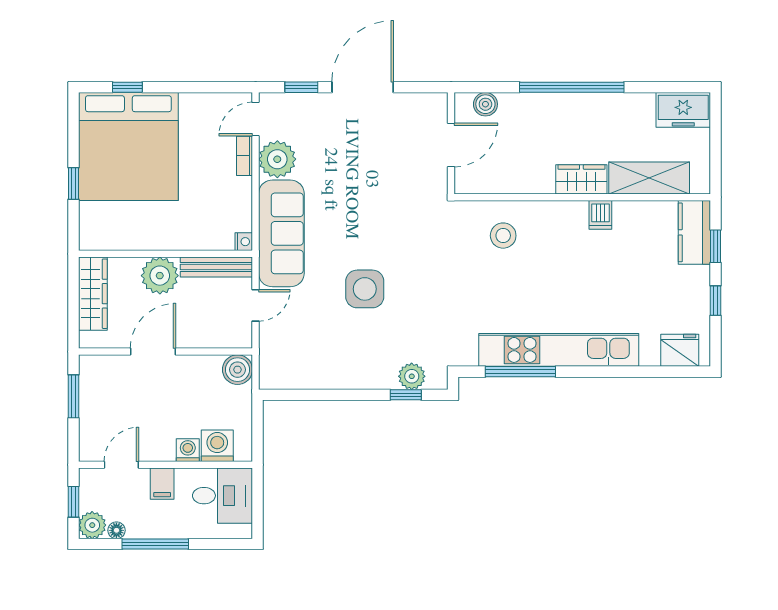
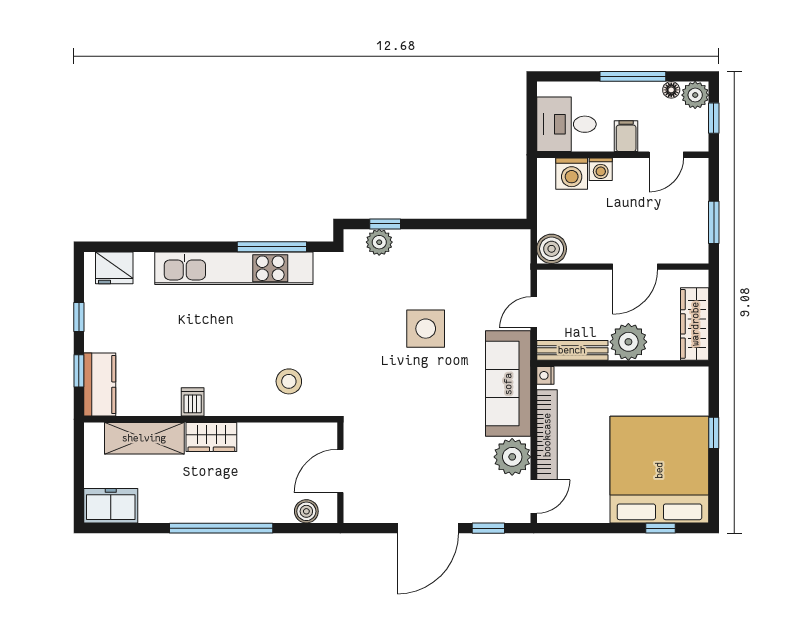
bookcase: (245, 156) -> (547, 435), width x2.31, depth x1.31

